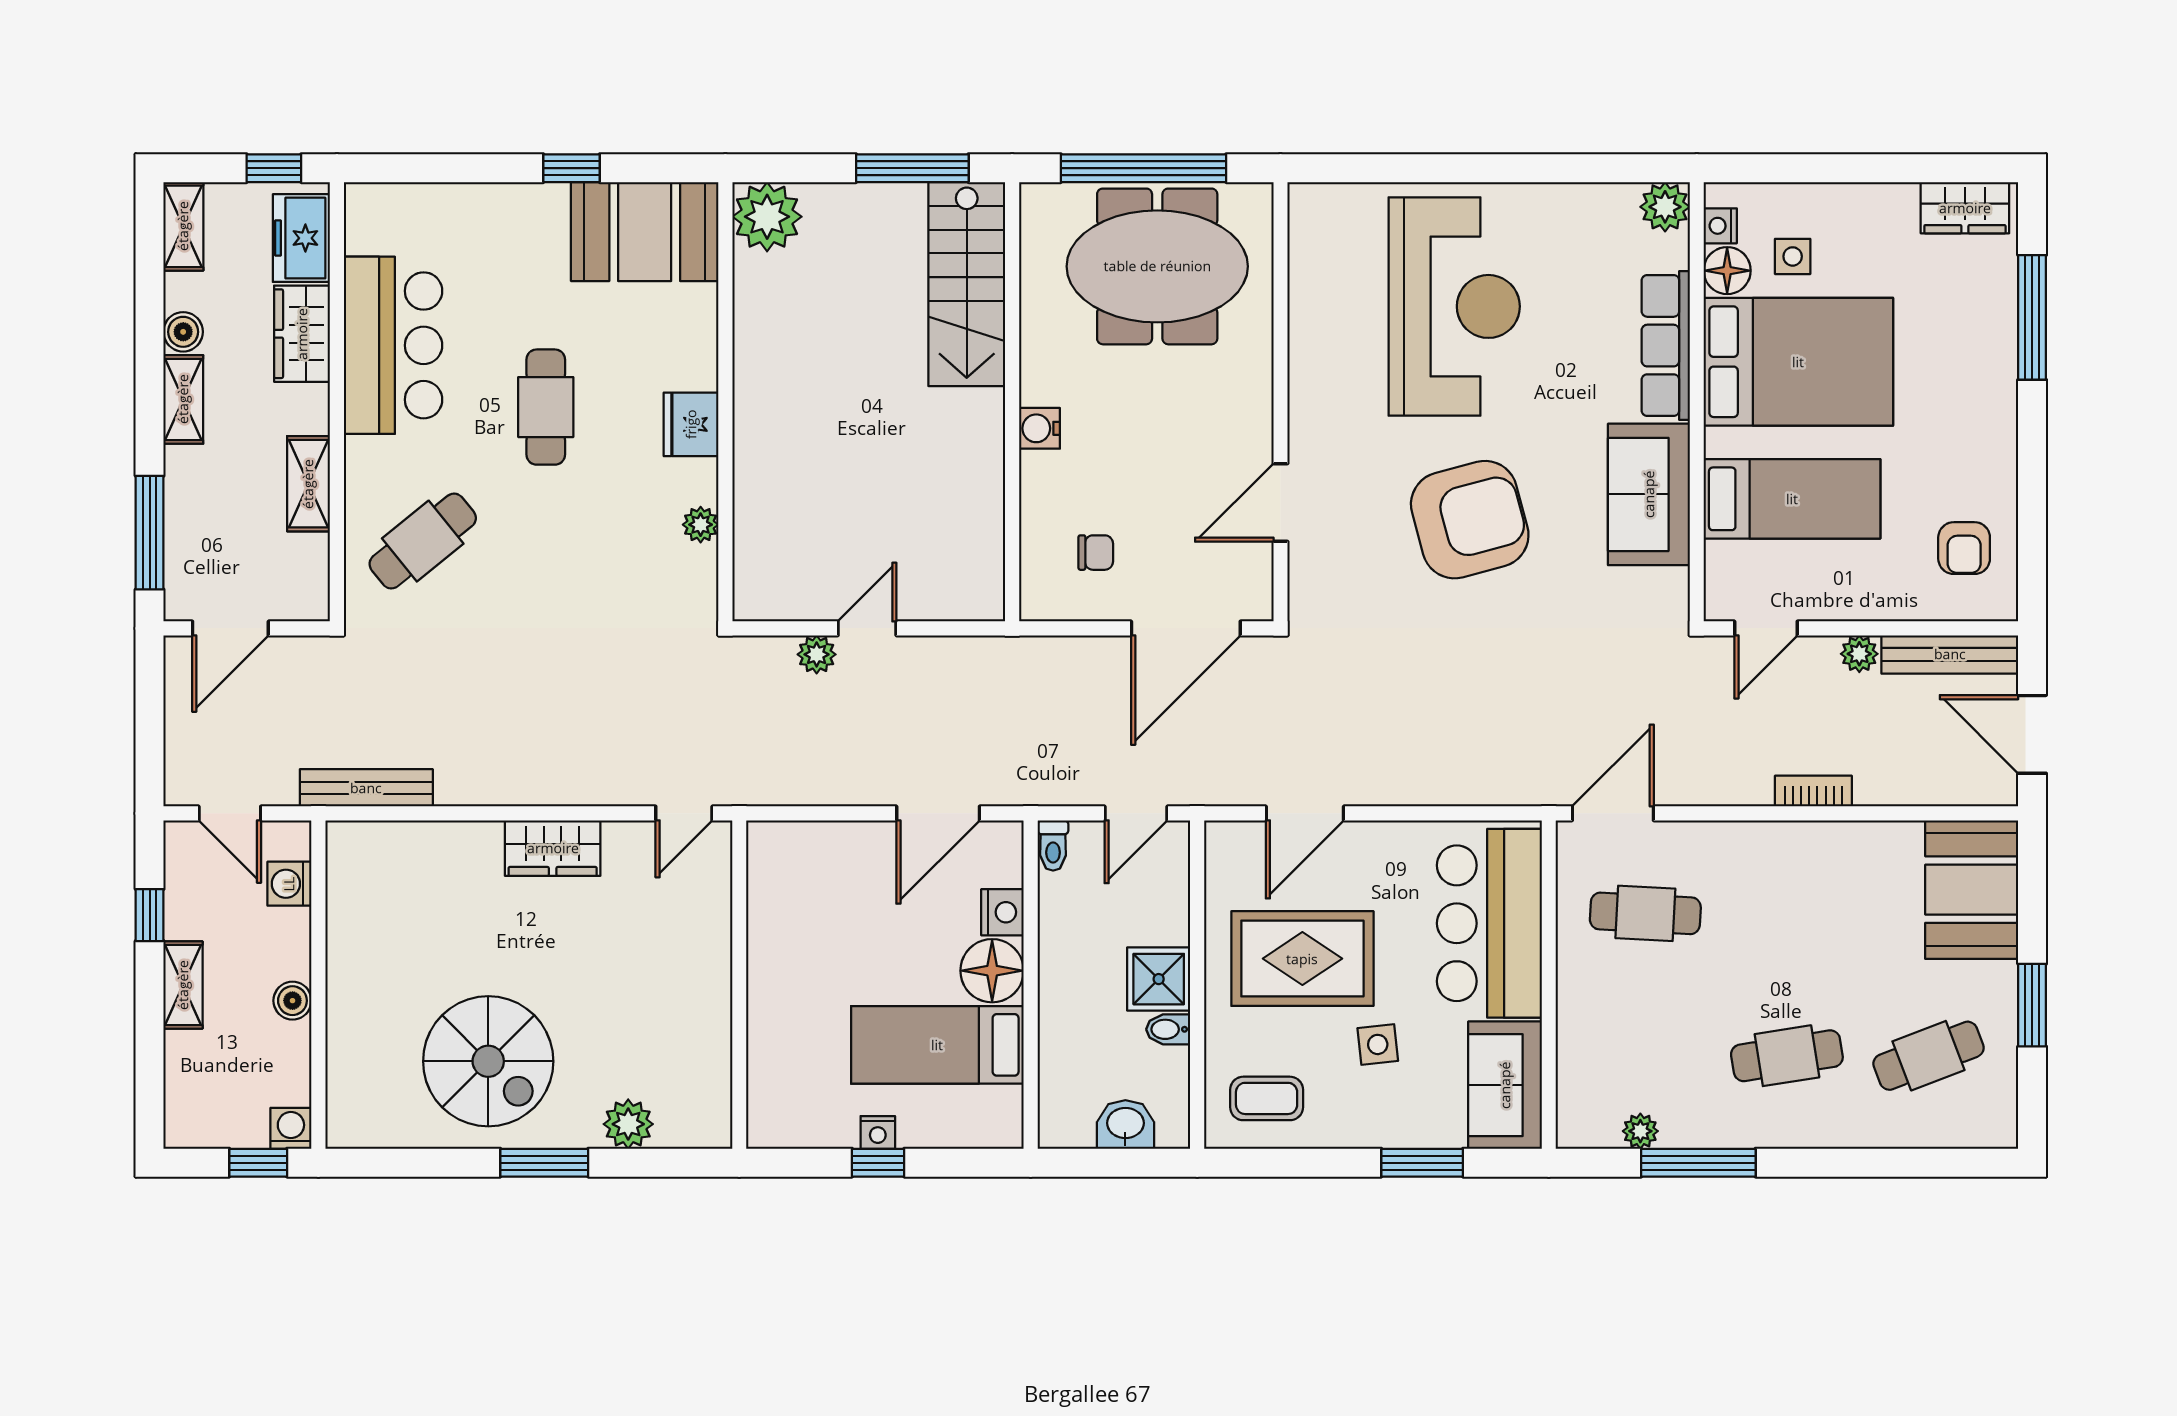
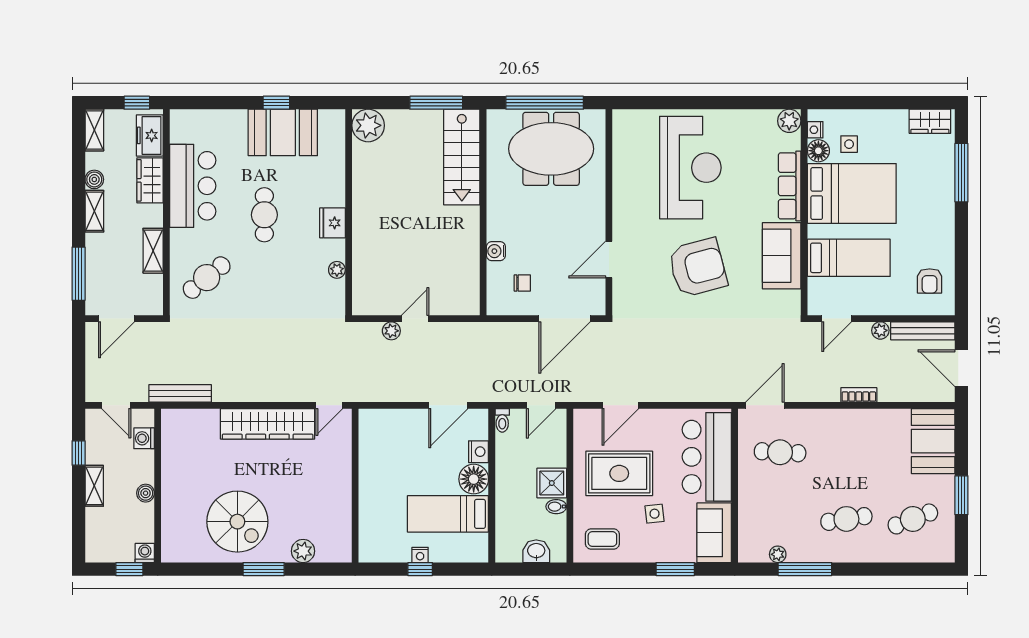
booth: (645, 232) -> (283, 132), moved
water cooler: (1039, 428) -> (496, 251), moved
wardrobe: (553, 848) -> (268, 424), width x2.10, depth x1.17

